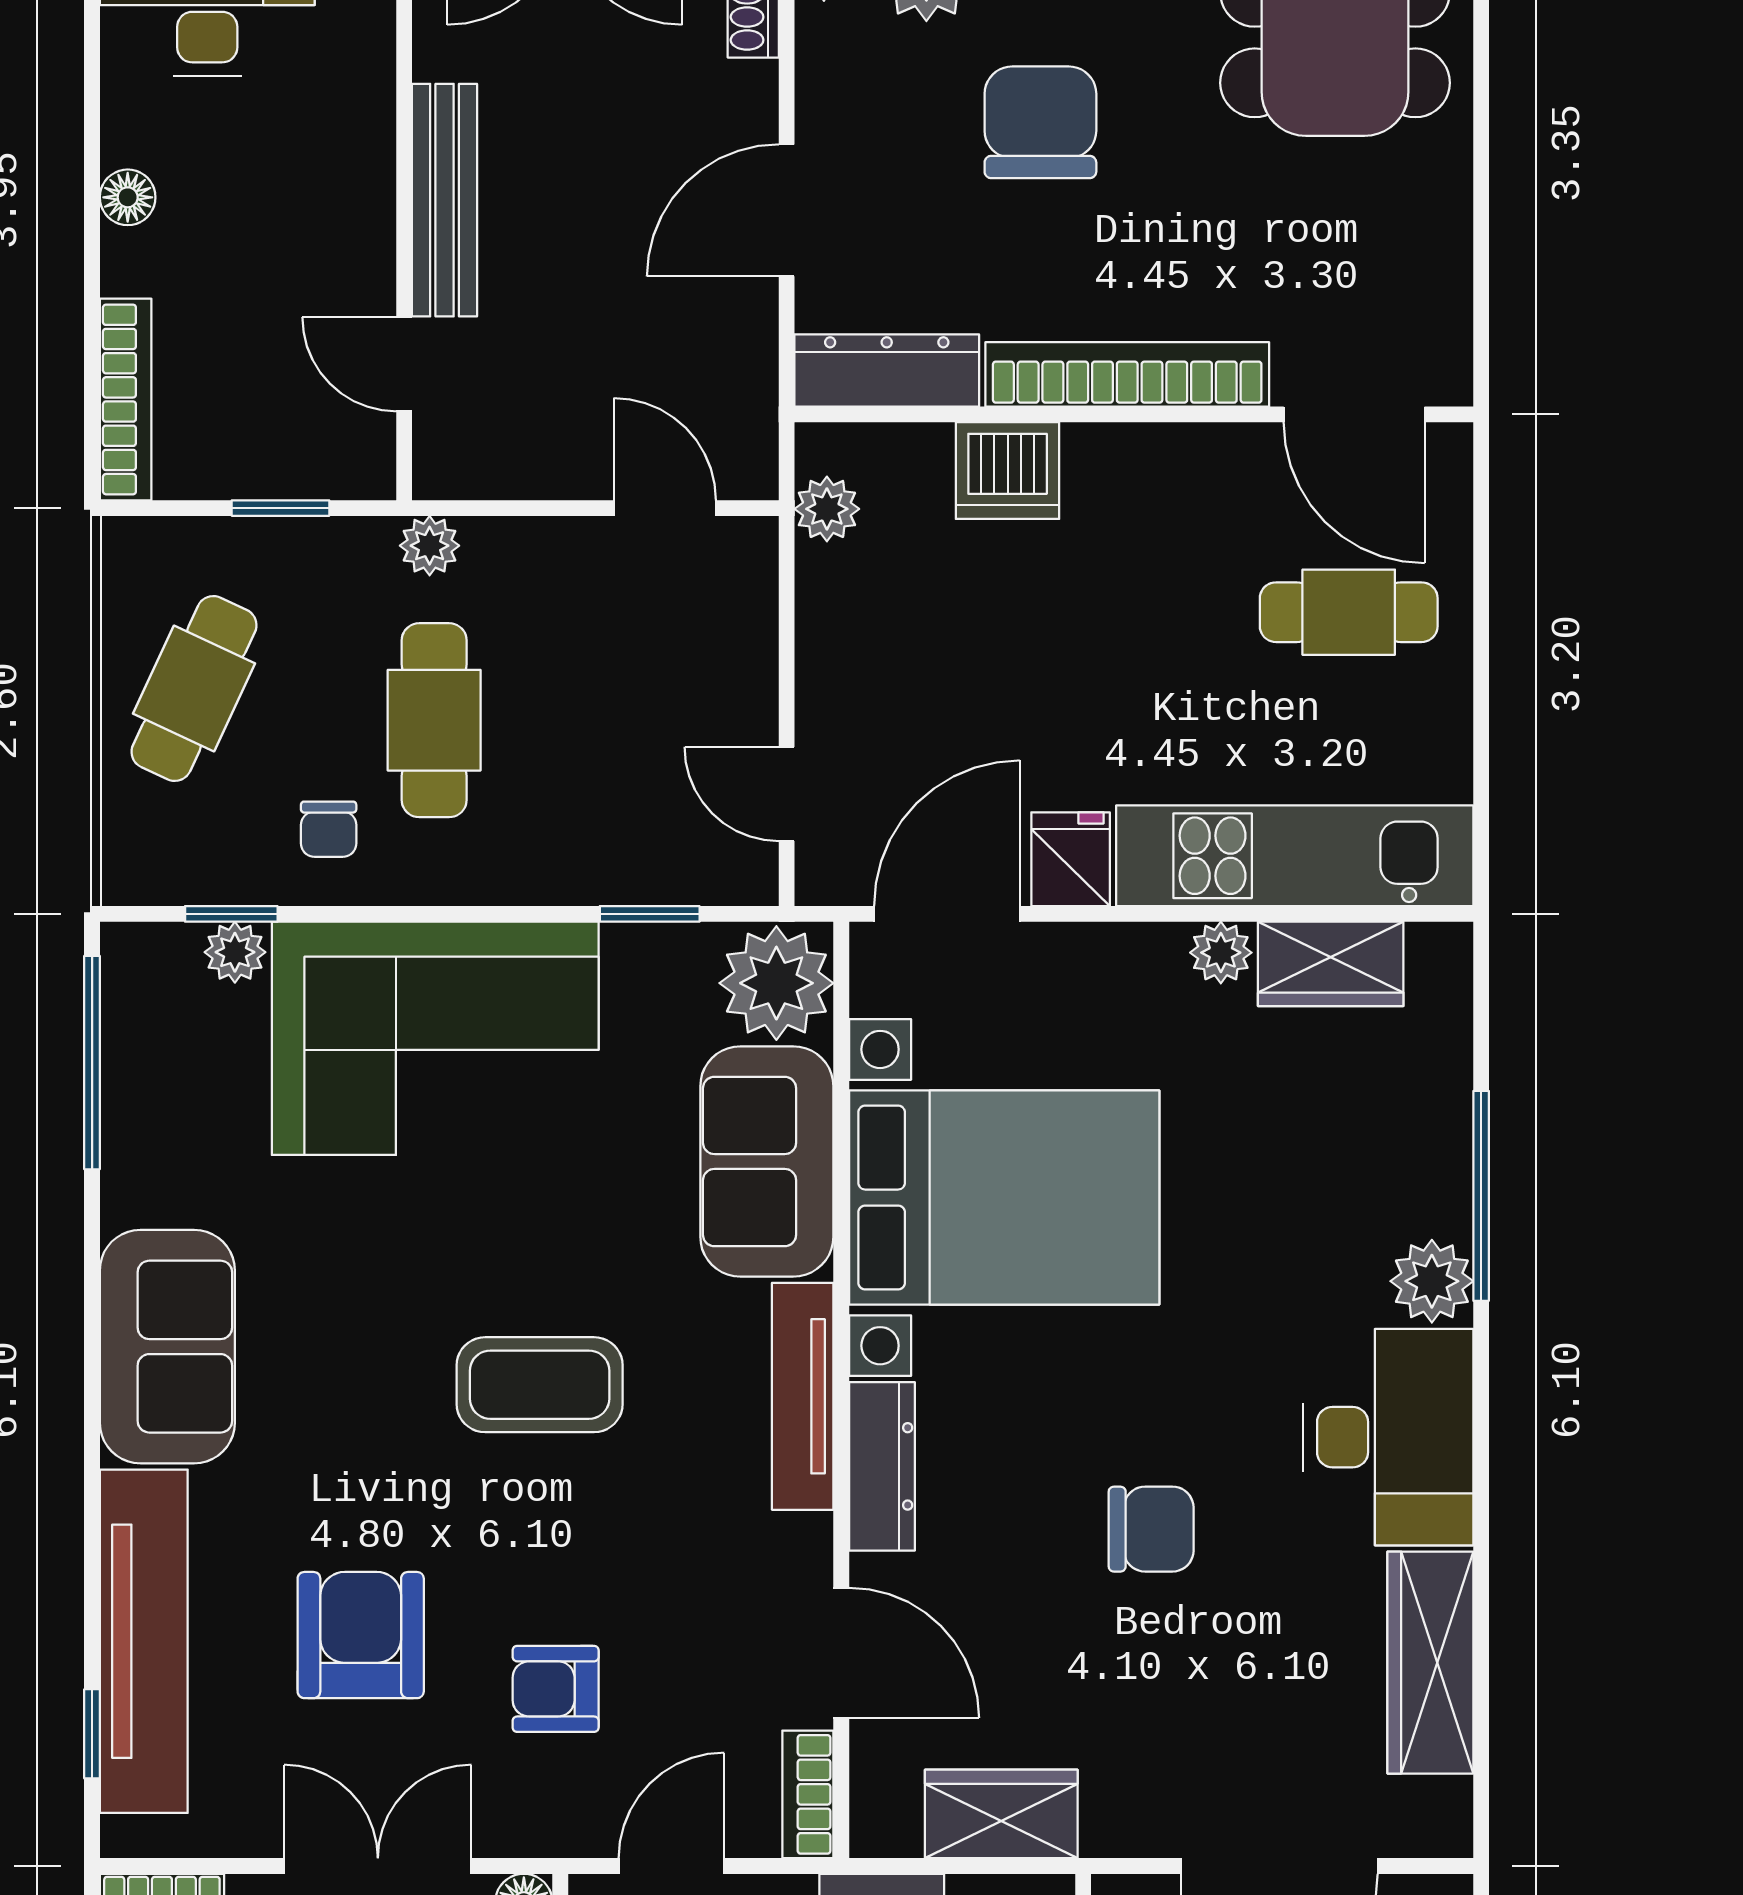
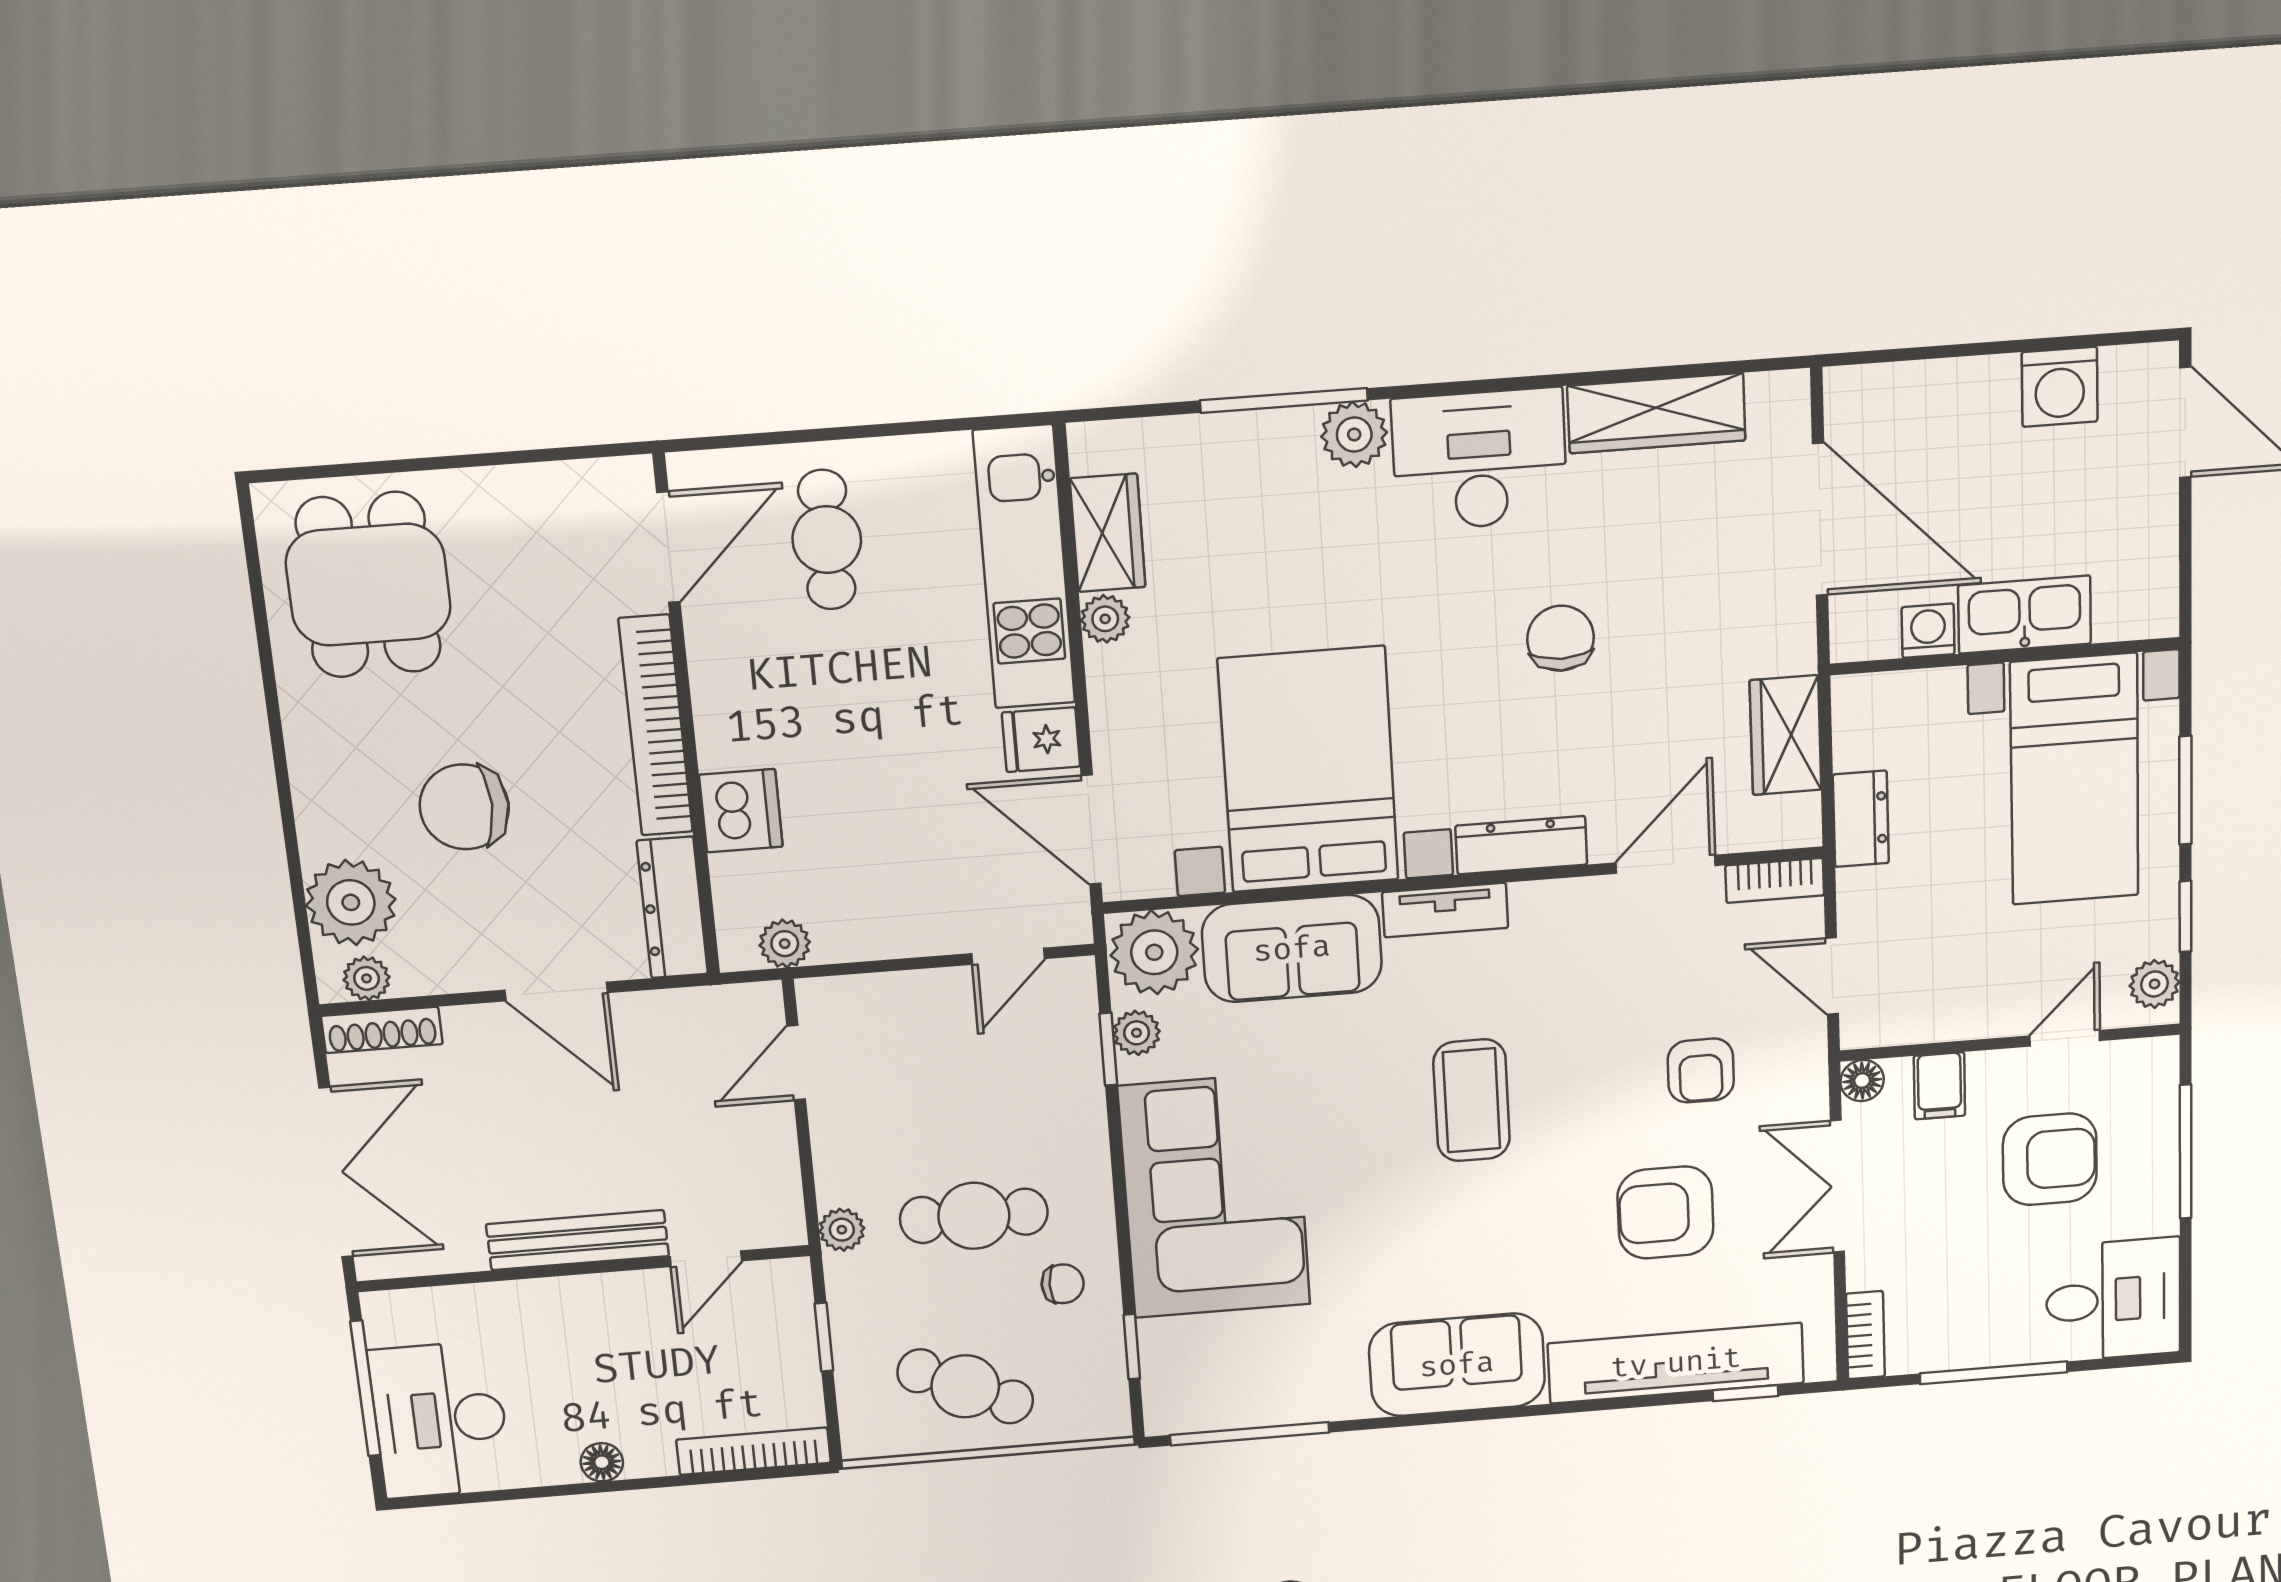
plant: (235, 952) -> (1137, 1033), moved
tv unit: (803, 1396) -> (1445, 910), width x0.71

